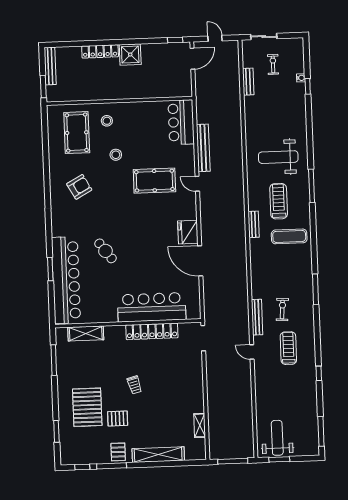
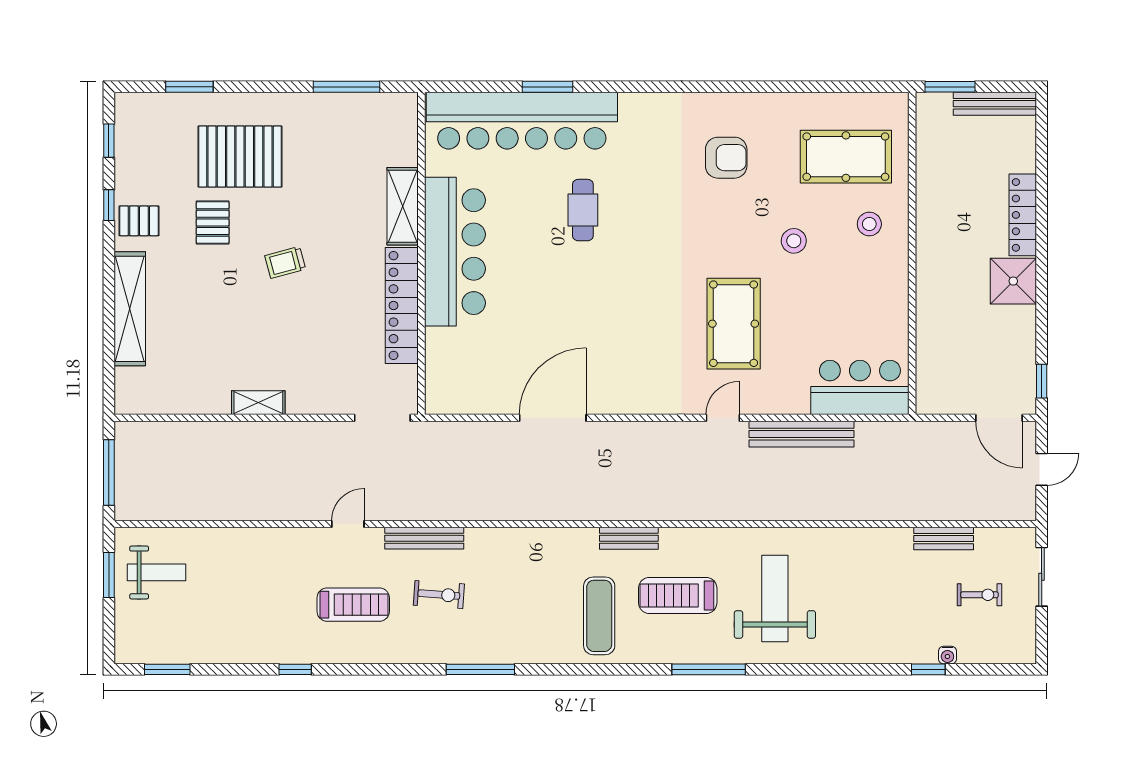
armchair: (79, 187) -> (726, 158), turned -61
treadmill: (279, 201) -> (678, 595), turned 180
fridge: (188, 232) -> (617, 393), removed
cafe table: (105, 251) -> (583, 210), turned -53
bar counter: (152, 307) -> (455, 252), moved
shelving: (86, 333) -> (403, 206), moved
shelving: (200, 425) -> (258, 403), moved
window: (321, 431) -> (167, 669), width x0.69
weight bench: (277, 438) -> (157, 572), width x0.73, depth x0.75
window: (112, 466) -> (109, 205), width x0.46

